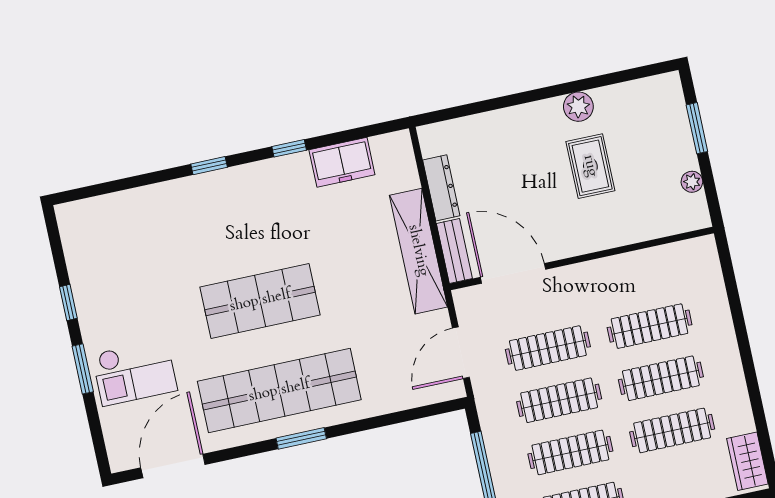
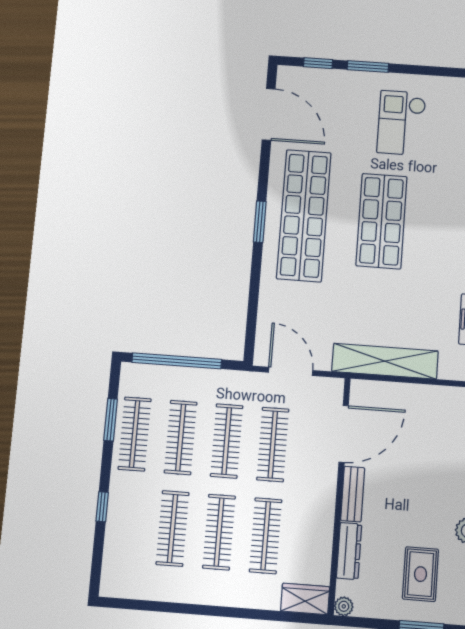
rug: (590, 166) -> (421, 574), moved, turned 90
plant: (692, 182) -> (344, 606), moved
dresser: (441, 188) -> (349, 551), moved, turned -90
bench: (454, 251) -> (353, 494), moved, turned 90
window: (68, 302) -> (318, 63), moved
checkout: (135, 372) -> (401, 123), moved
wardrobe: (747, 461) -> (305, 599), moved

